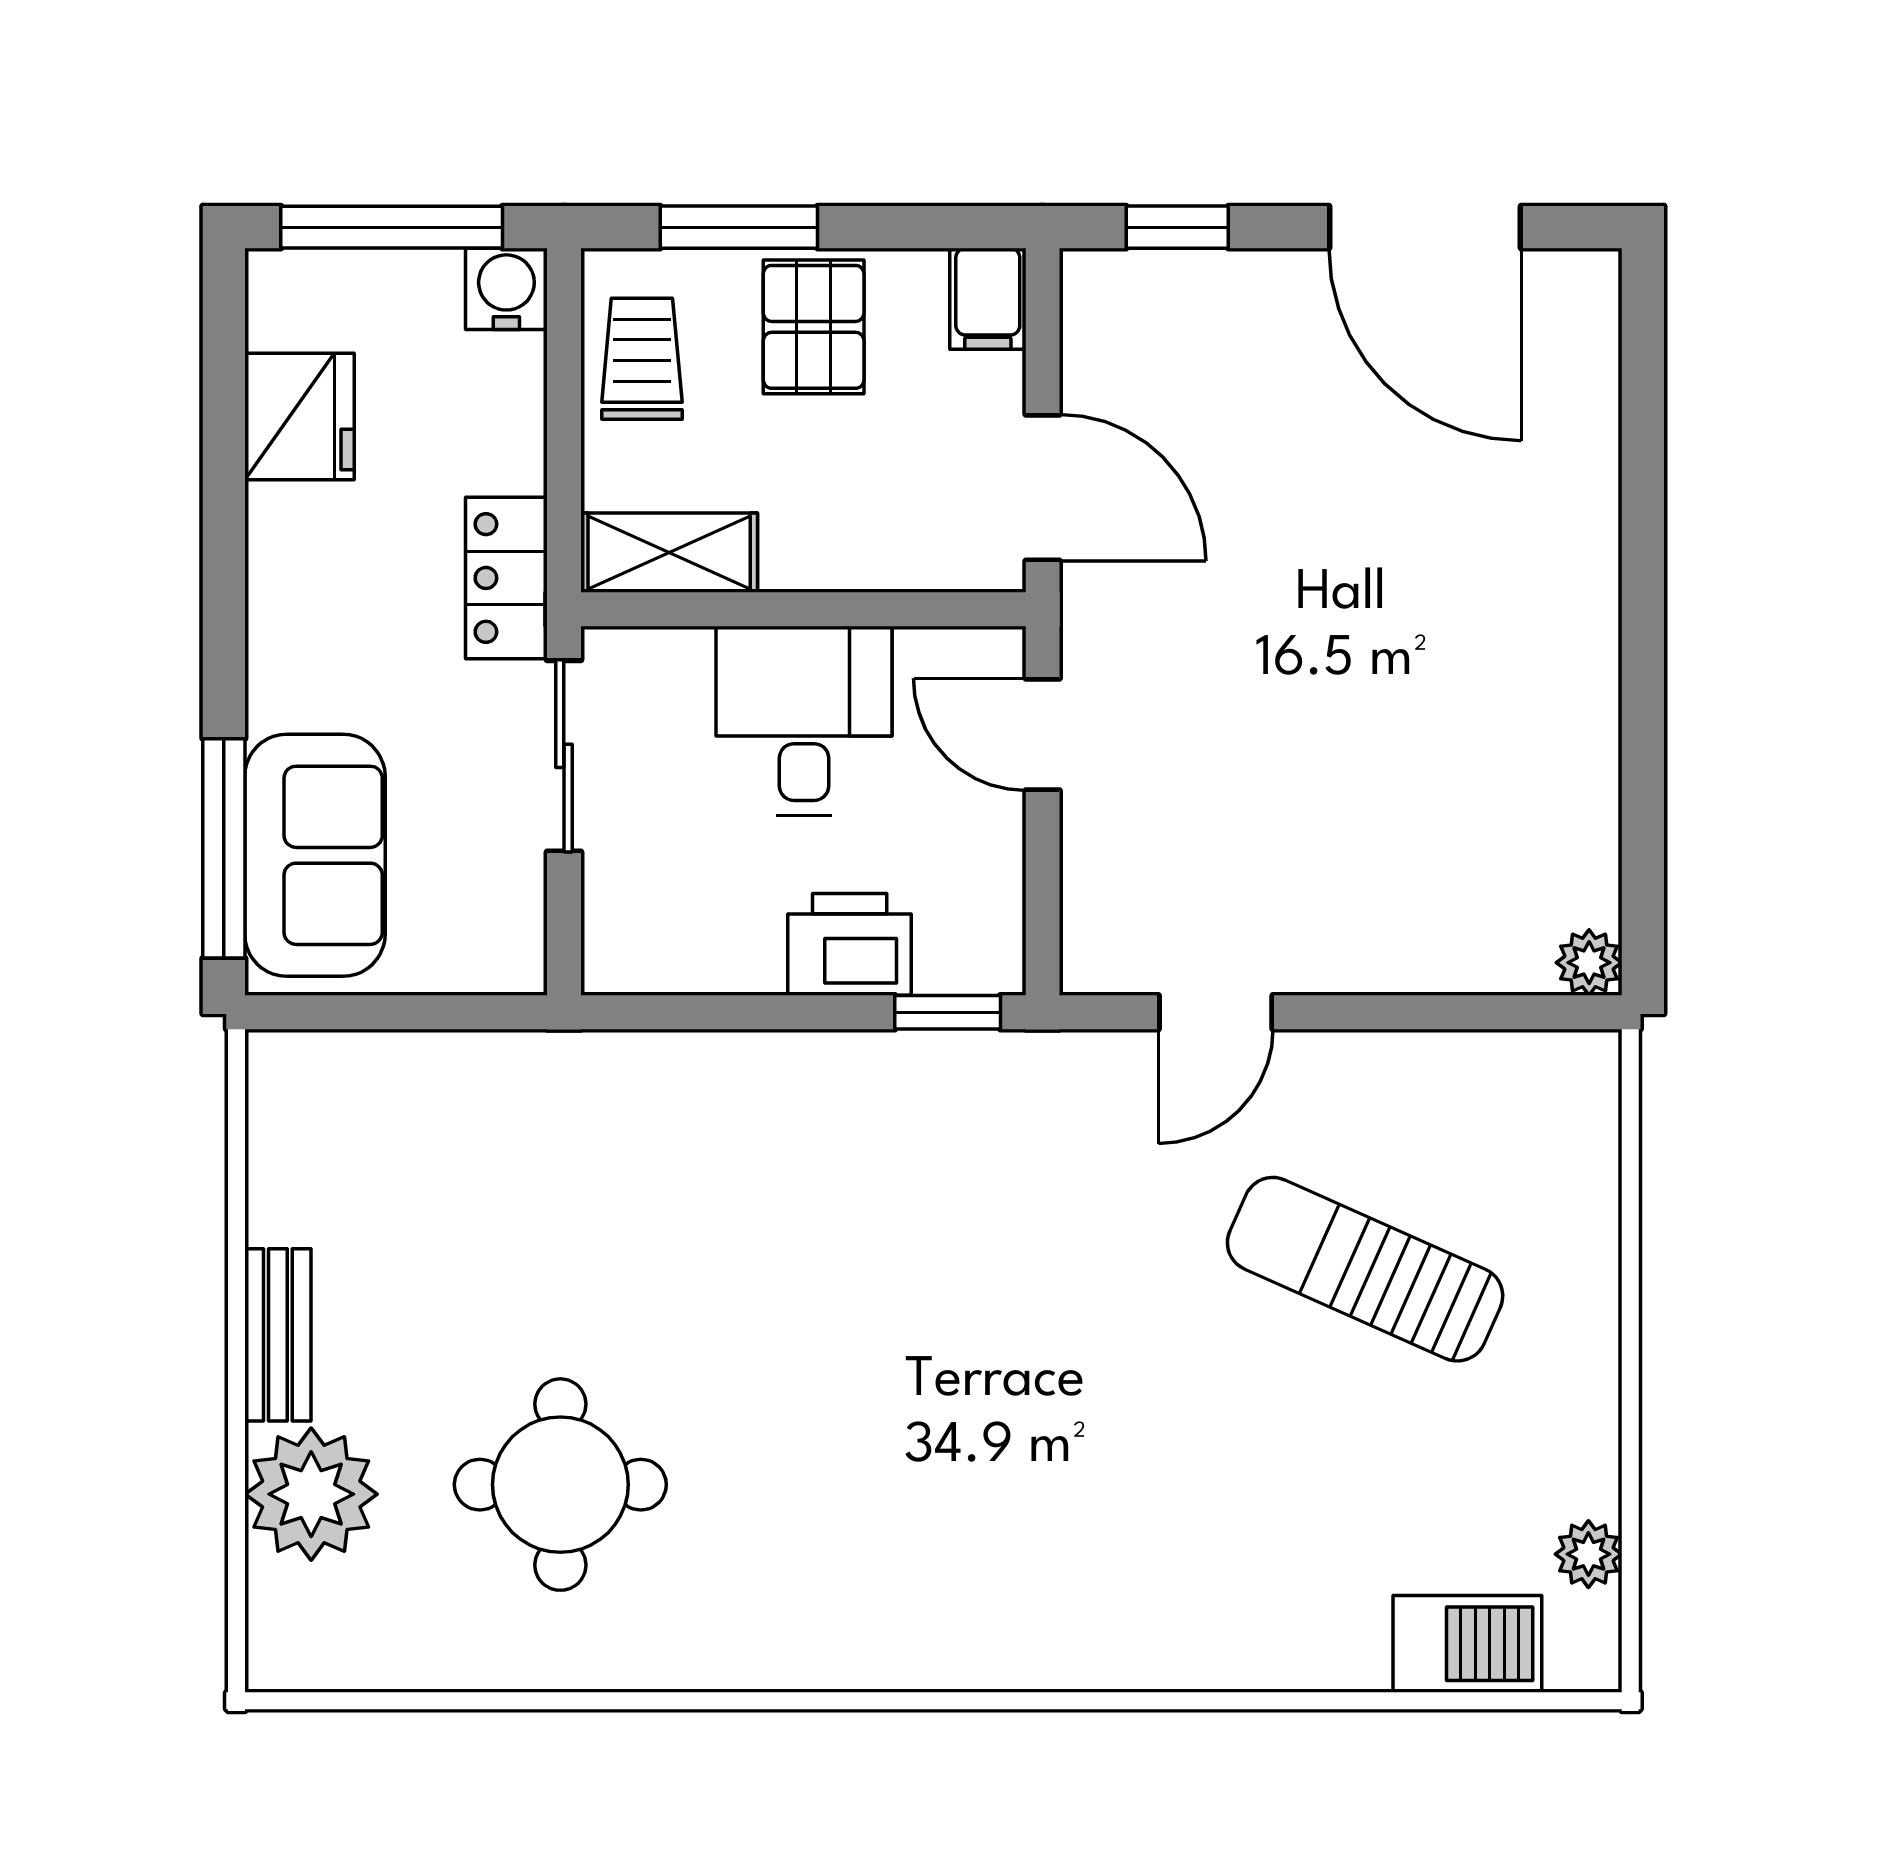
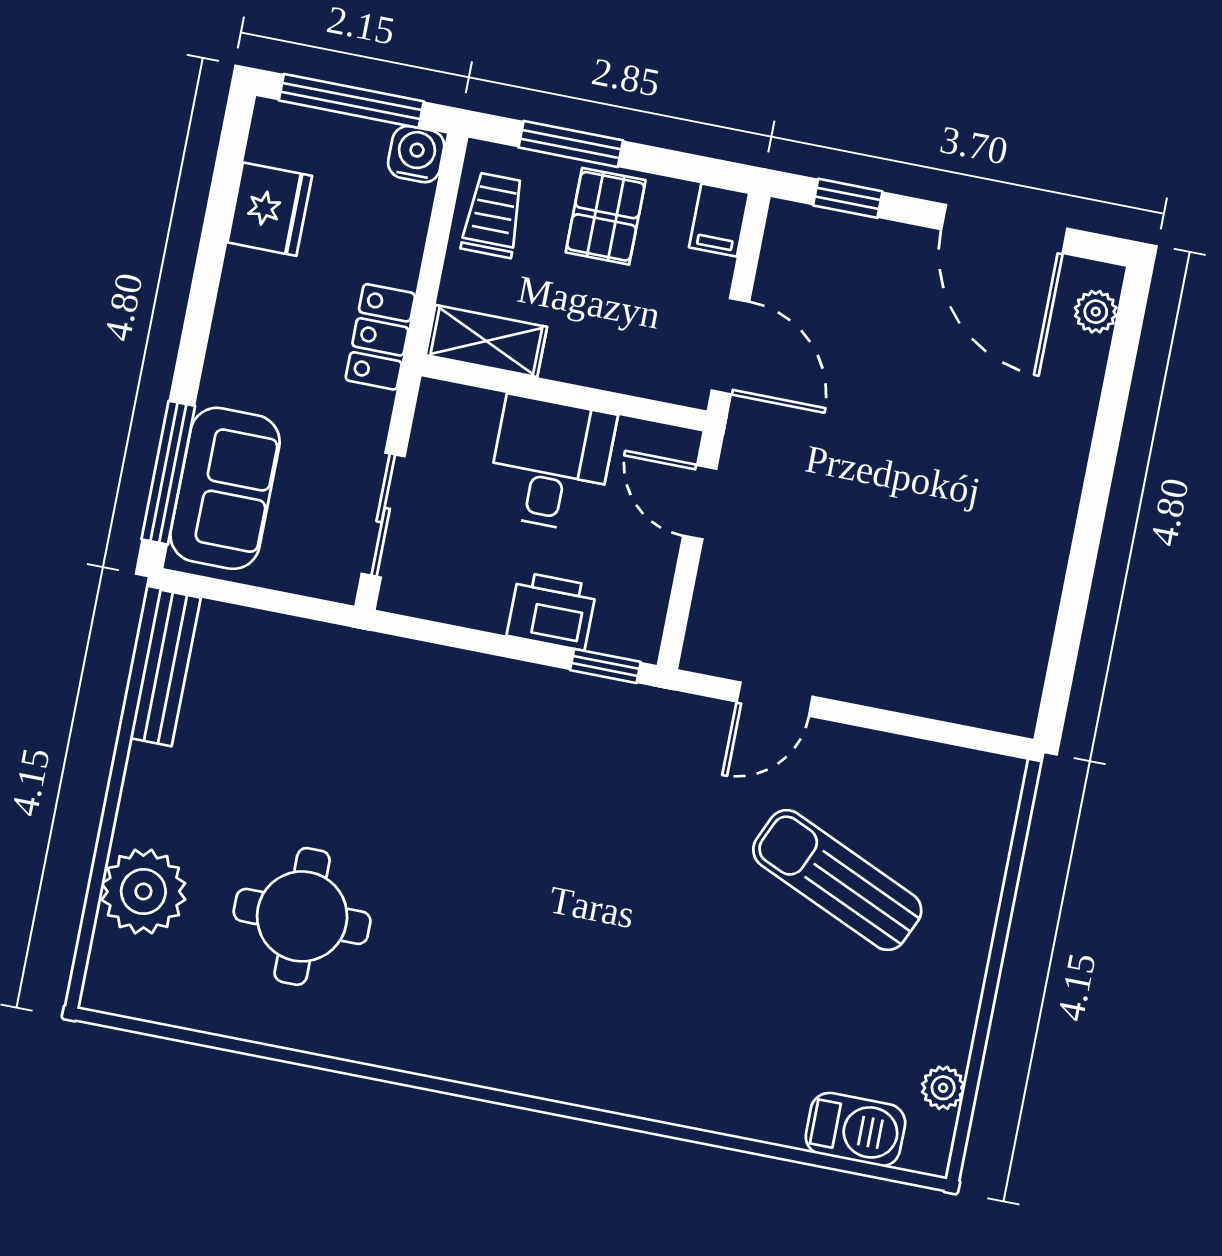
sliding door: (564, 756) -> (383, 515), moved
plant: (1589, 963) -> (1096, 312), moved
bench: (278, 1335) -> (165, 668), moved, width x1.36

